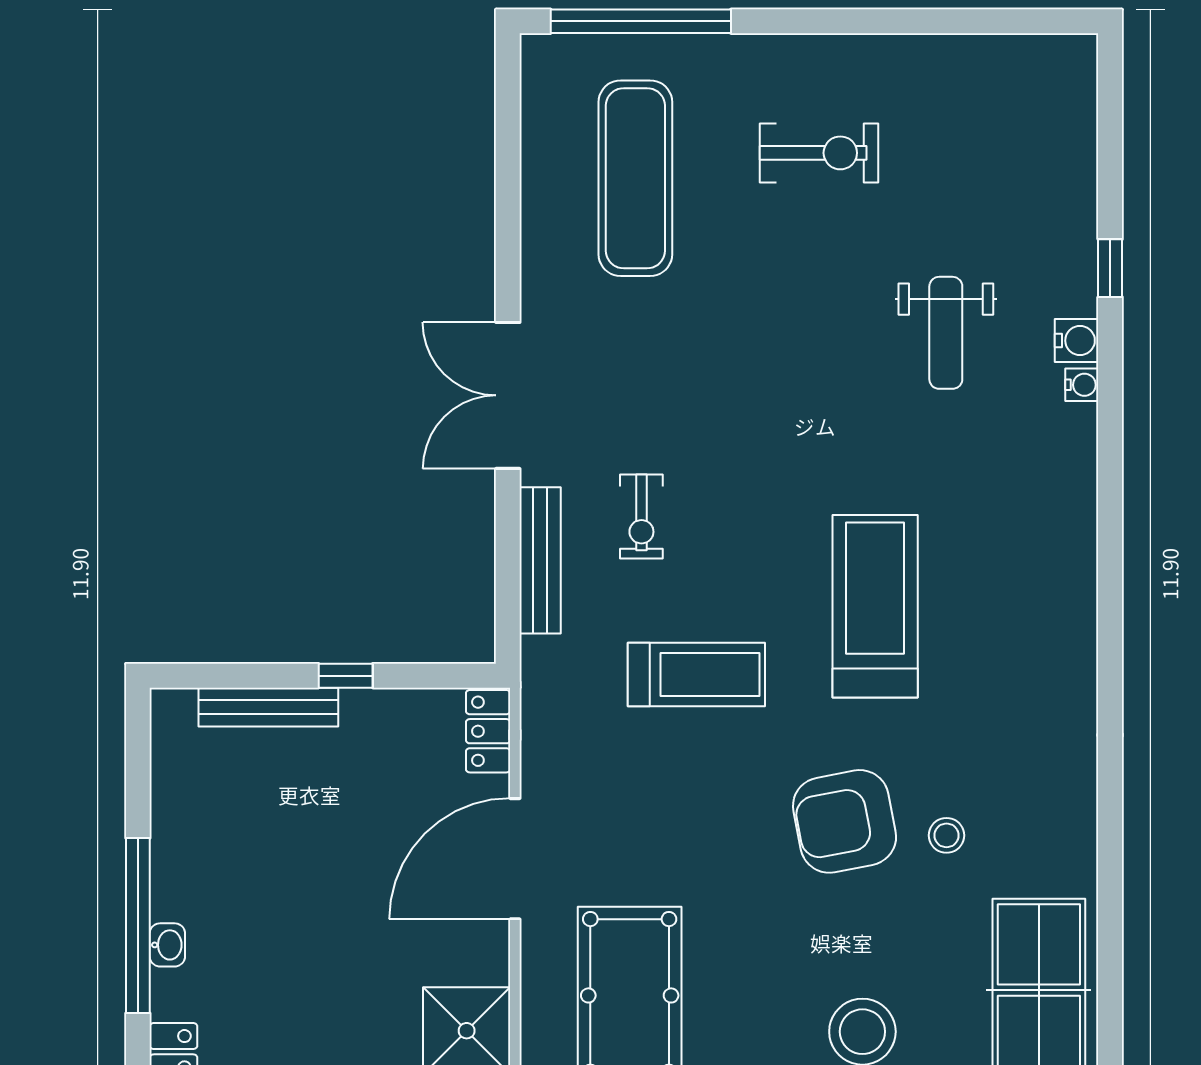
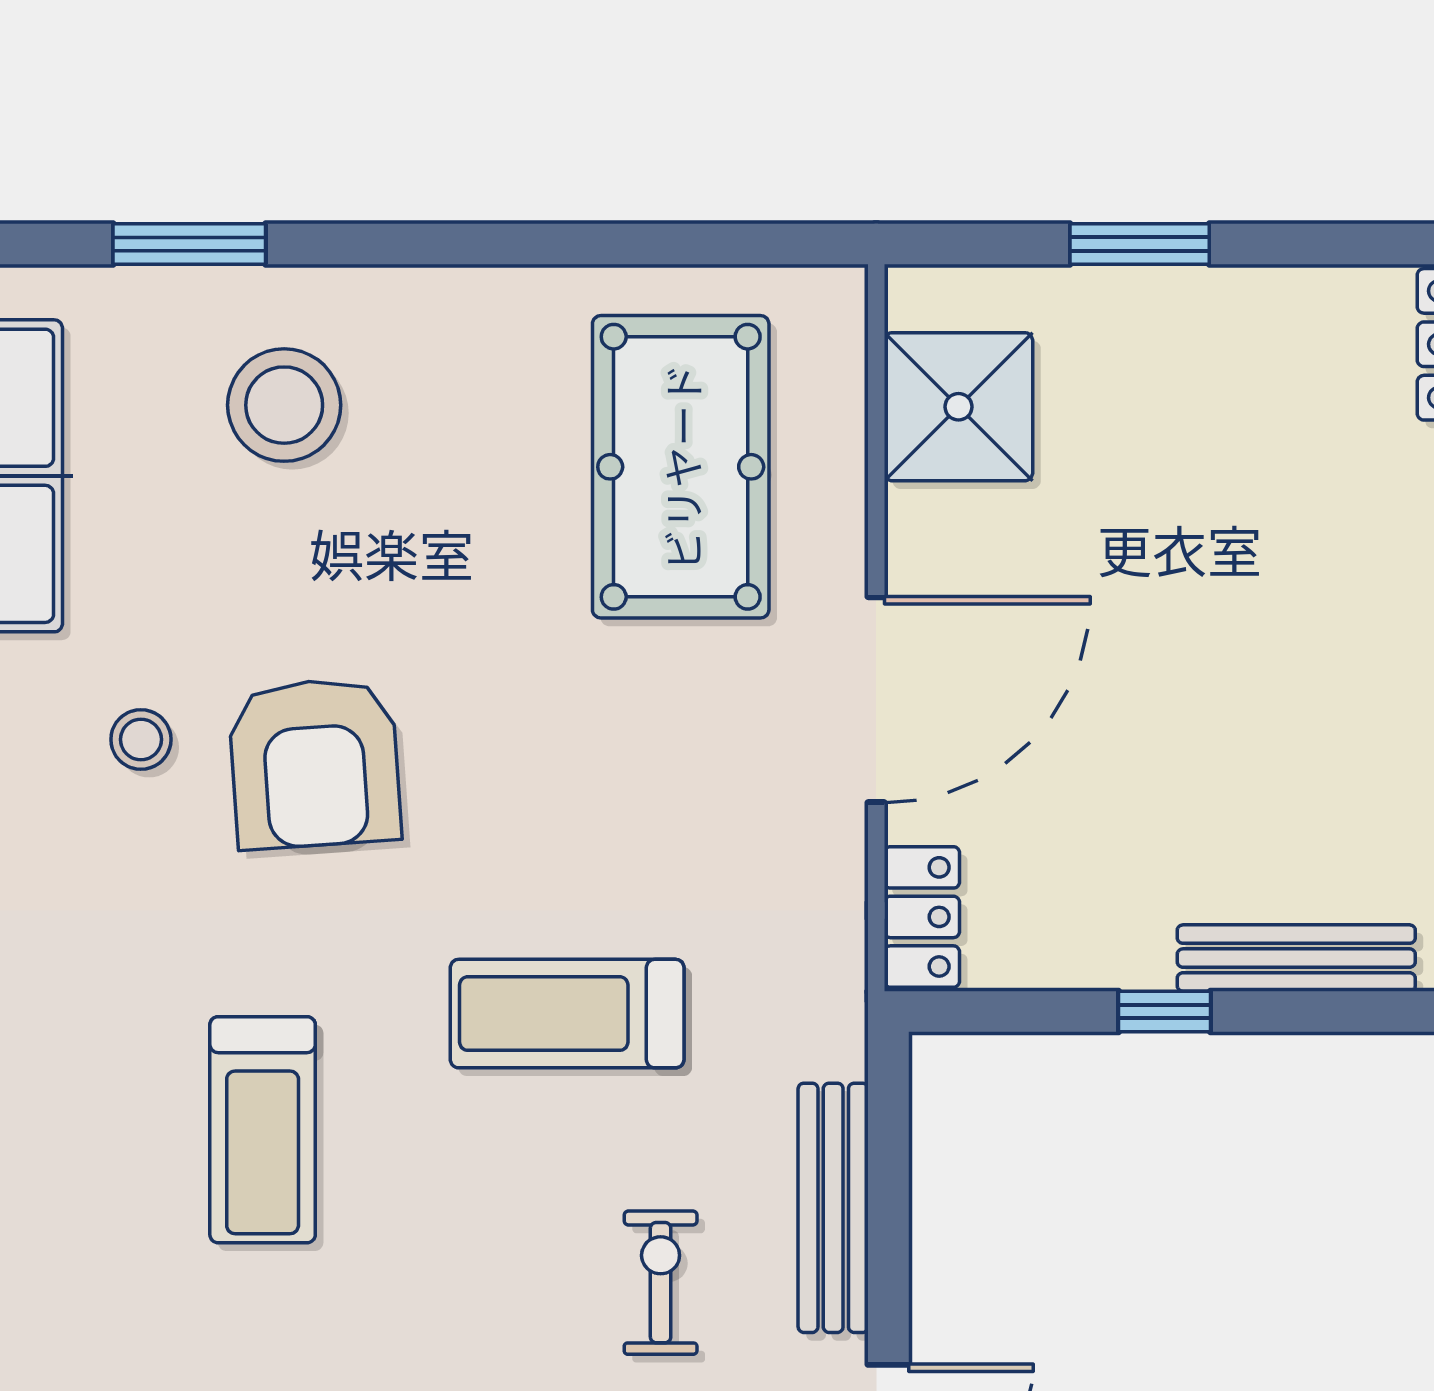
treadmill: (875, 606) -> (263, 1130), width x0.73, depth x0.73
armchair: (845, 821) -> (315, 763), turned 97

